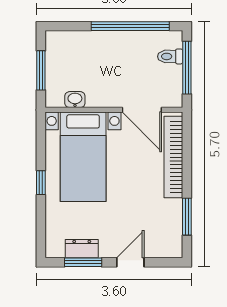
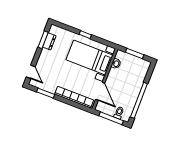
door: (142, 110) -> (100, 91), swing flipped
door: (130, 262) -> (31, 72), moved

